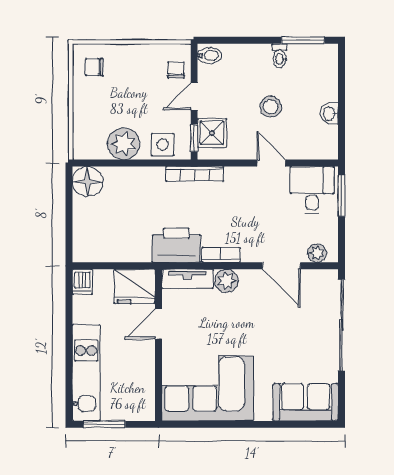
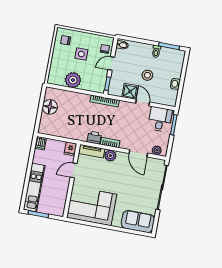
shower: (212, 133) -> (130, 91), moved
side table: (163, 144) -> (81, 54), moved
floor lamp: (88, 182) -> (50, 107), moved
printer: (176, 245) -> (94, 138), width x0.53, depth x0.68
fridge: (135, 286) -> (70, 149), width x0.53, depth x0.75

